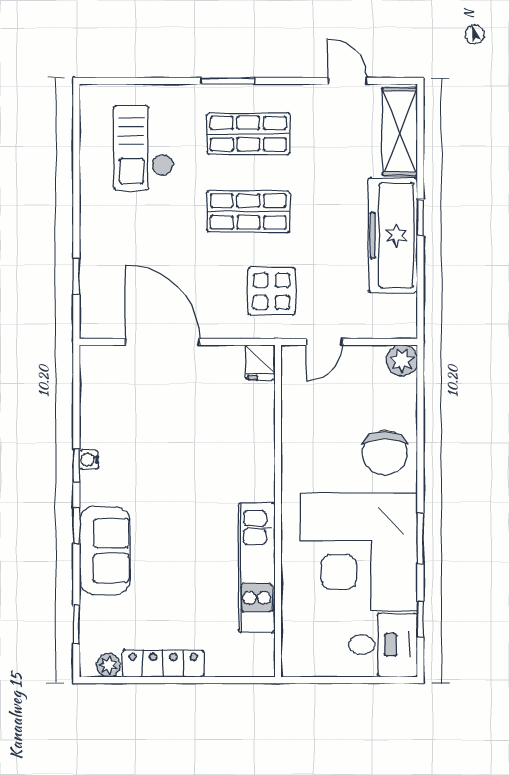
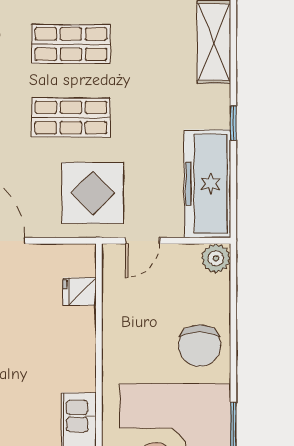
freezer: (393, 235) -> (207, 184), moved
display table: (272, 291) -> (93, 193), width x1.36, depth x1.36
fridge: (260, 362) -> (80, 292), moved, turned 90

